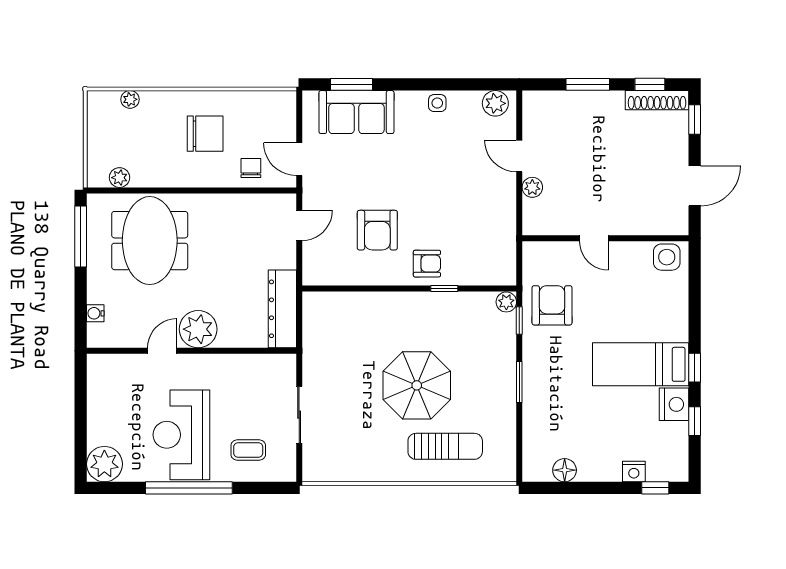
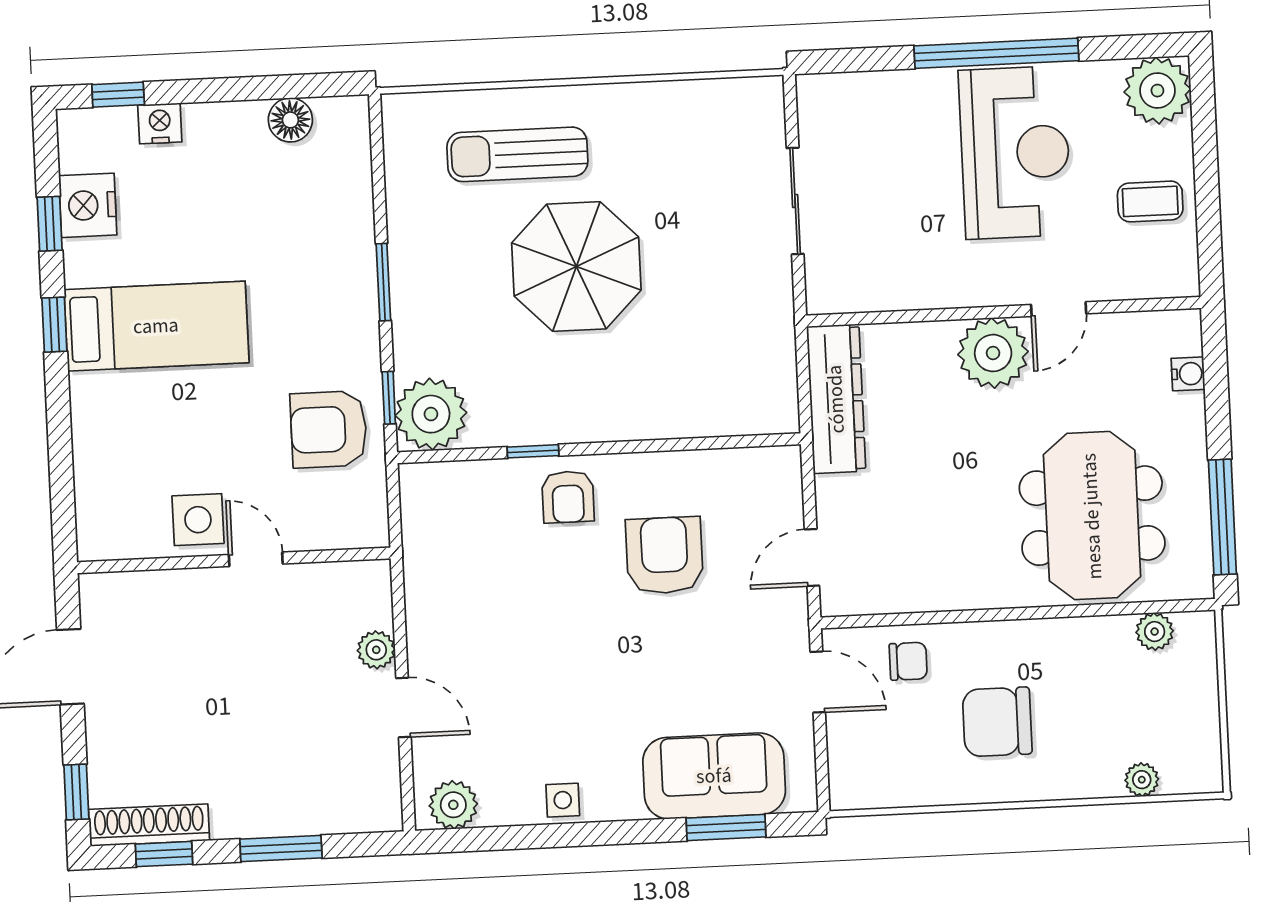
chair: (251, 168) -> (908, 661), turned -90
side table: (667, 257) -> (198, 520), moved
armchair: (427, 264) -> (568, 497), turned -90
plant: (506, 302) -> (431, 414), width x1.88, depth x1.88
armchair: (552, 305) -> (329, 429), turned 90
nightstand: (674, 404) -> (88, 205), moved
coffee table: (248, 450) -> (1150, 201), moved

